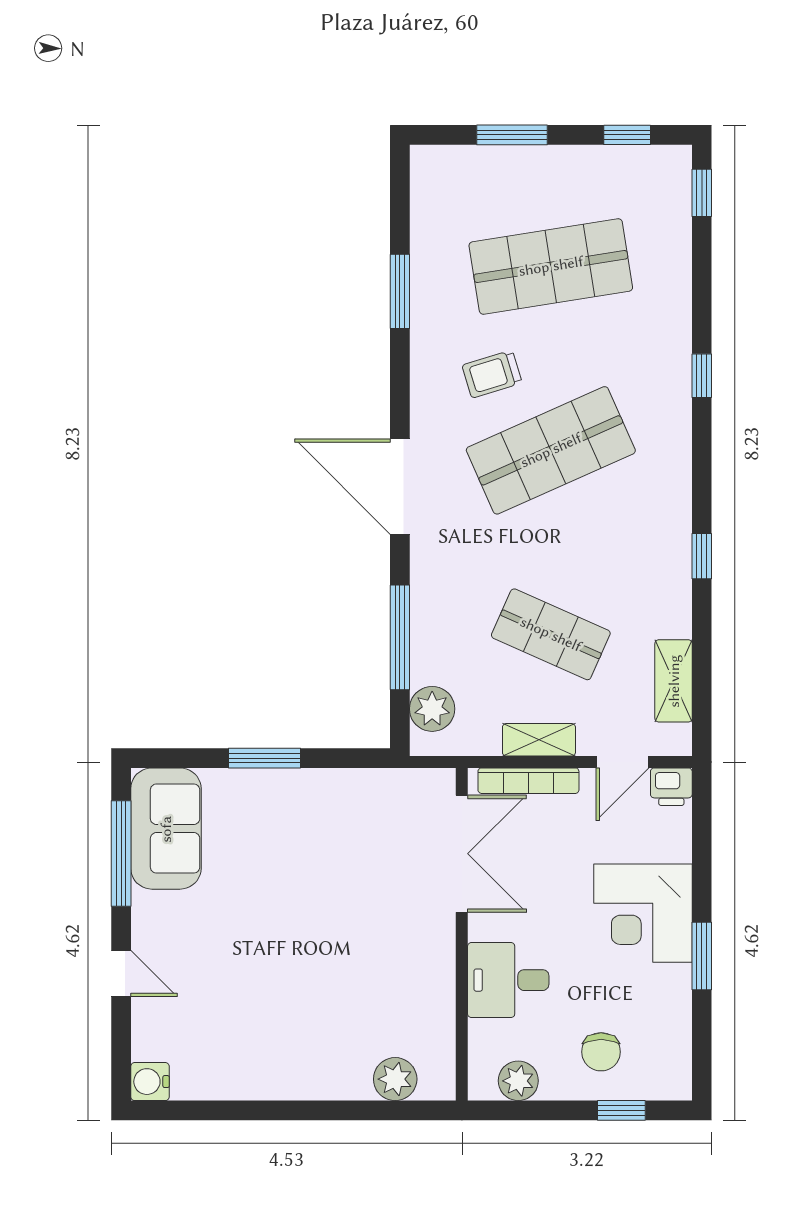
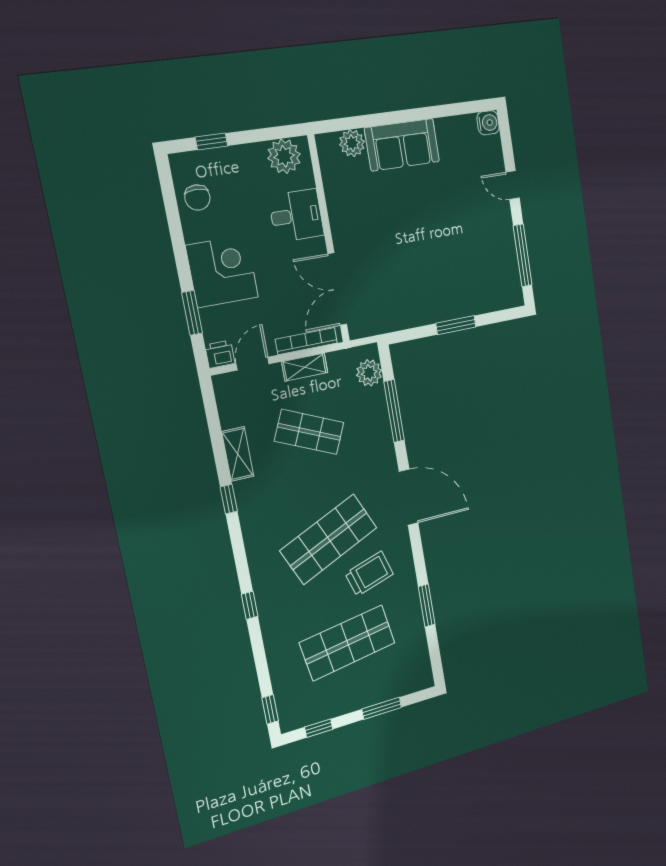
trolley: (492, 374) -> (369, 574), width x1.36, depth x1.39
shelving: (674, 681) -> (238, 454), moved
sofa: (166, 829) -> (402, 145), moved, turned -90
window: (702, 956) -> (192, 313), moved
chair: (601, 1052) -> (197, 198), moved, turned 180
plant: (518, 1081) -> (284, 156), width x1.36, depth x1.36

